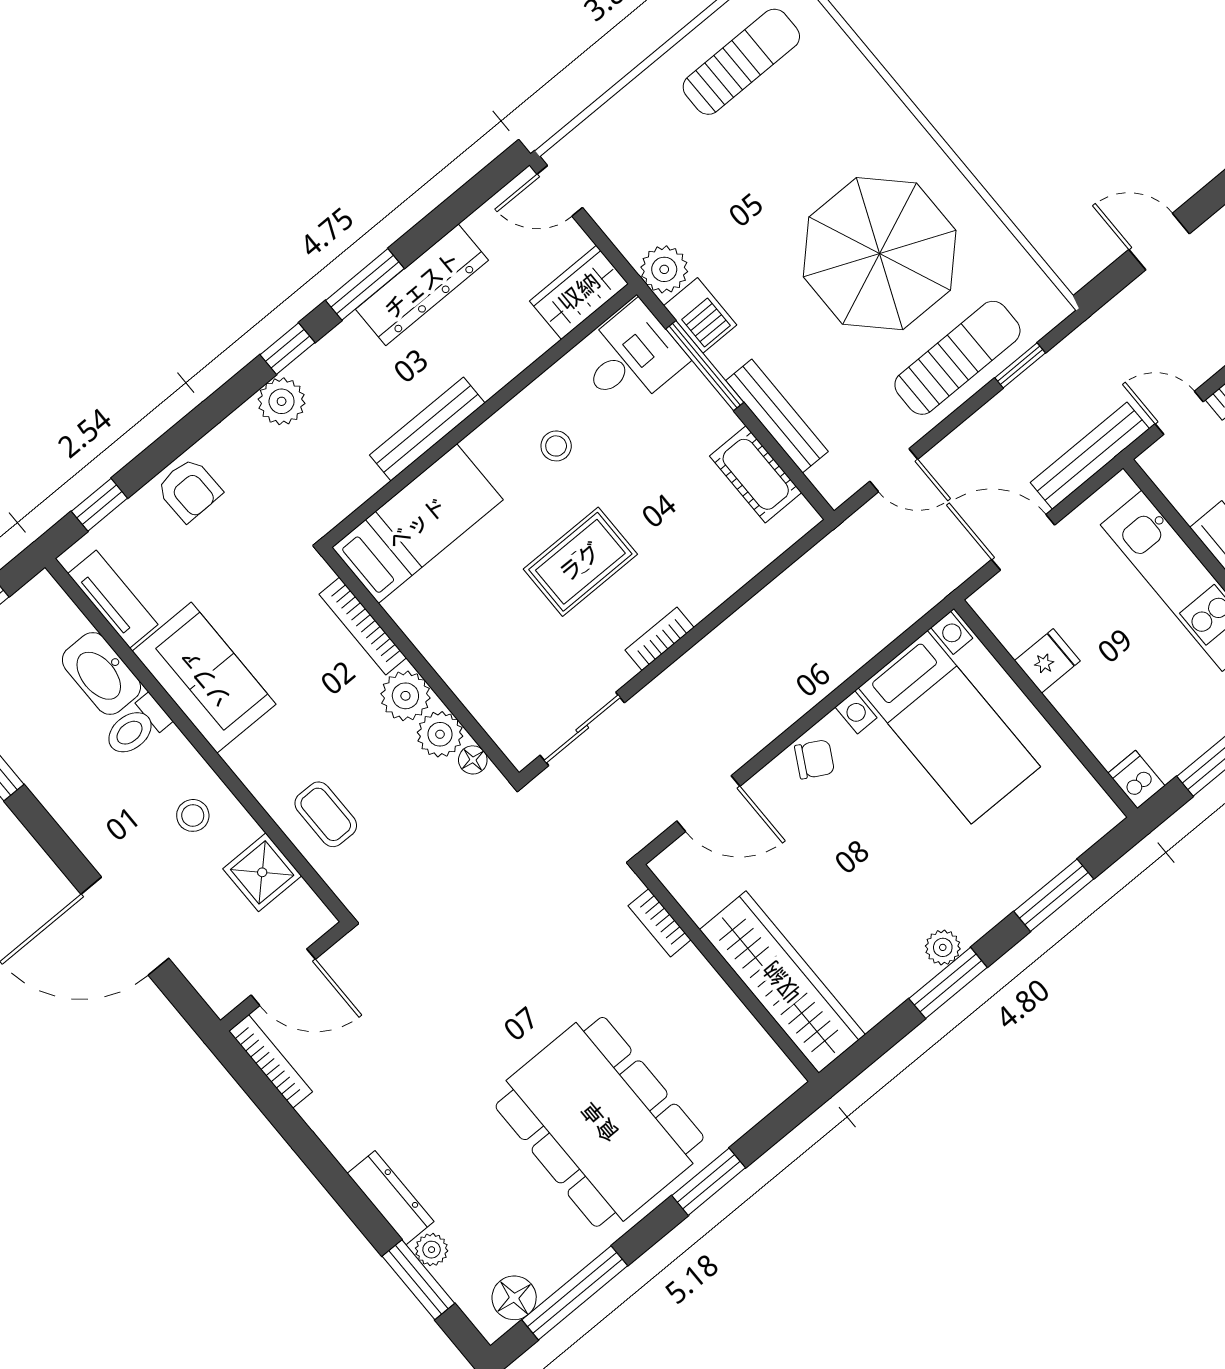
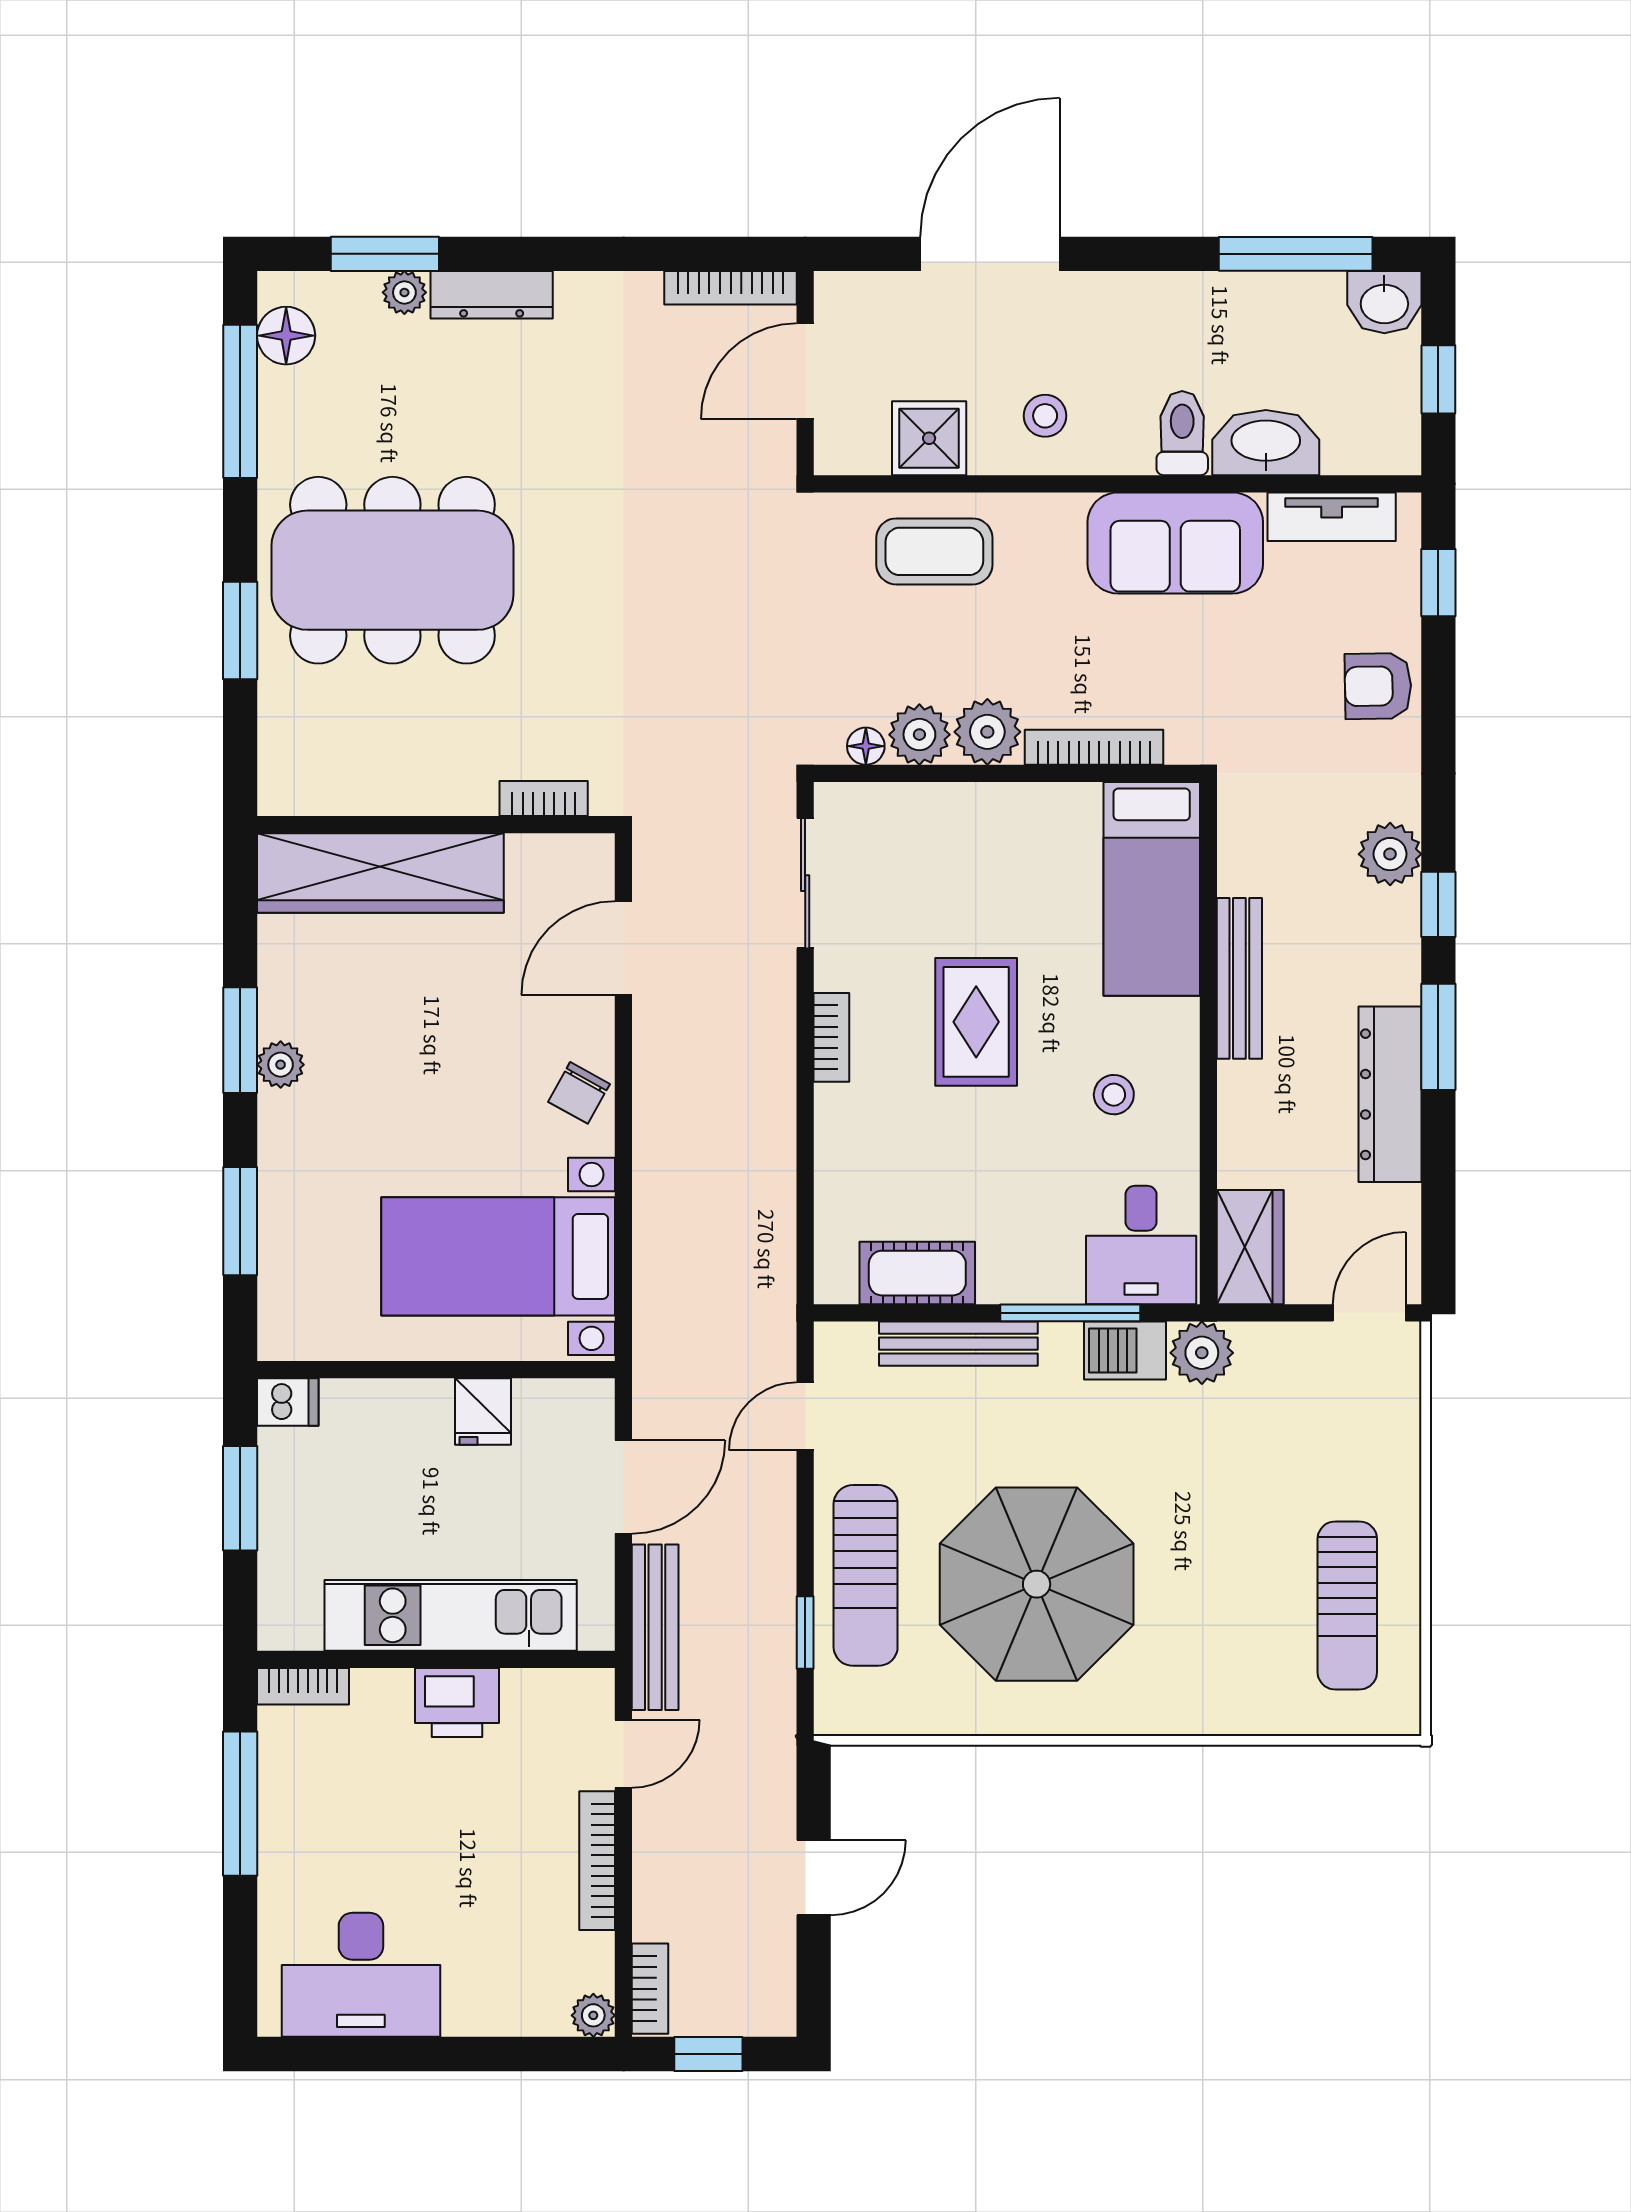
coffee table: (326, 814) -> (934, 551), width x1.36, depth x1.30

